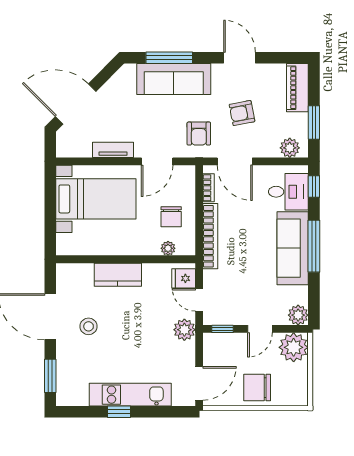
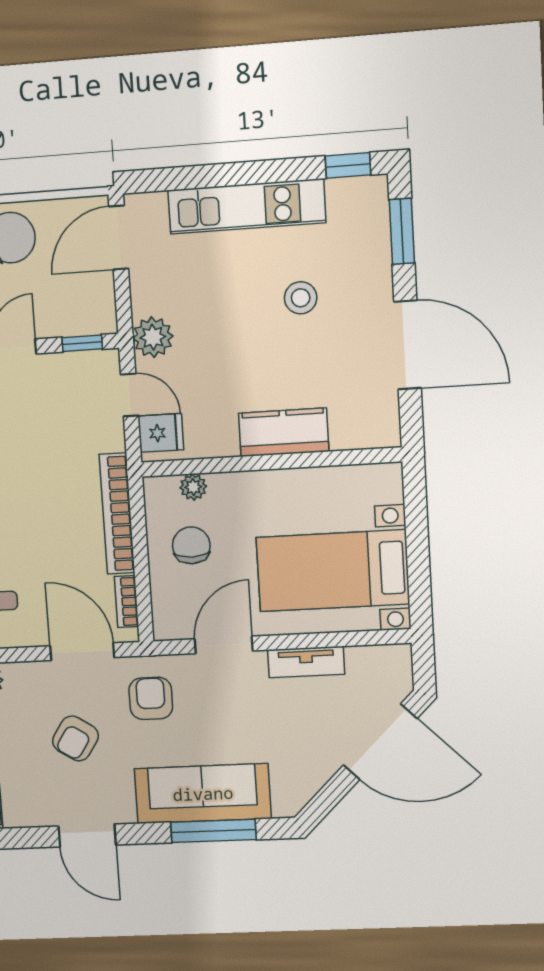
armchair: (242, 113) -> (75, 738), turned 134
stool: (89, 326) -> (301, 298), moved
window: (119, 412) -> (348, 165), moved

